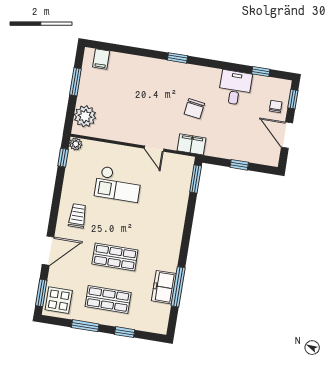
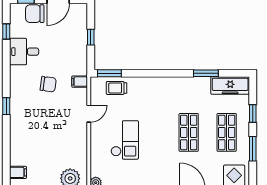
chair: (276, 106) -> (35, 14), width x1.87, depth x1.87
filing cabinet: (192, 144) -> (80, 82), width x0.50
trolley: (78, 216) -> (117, 88), moved
freezer: (164, 287) -> (230, 86), moved, width x1.40
window: (178, 287) -> (206, 73), width x0.69

